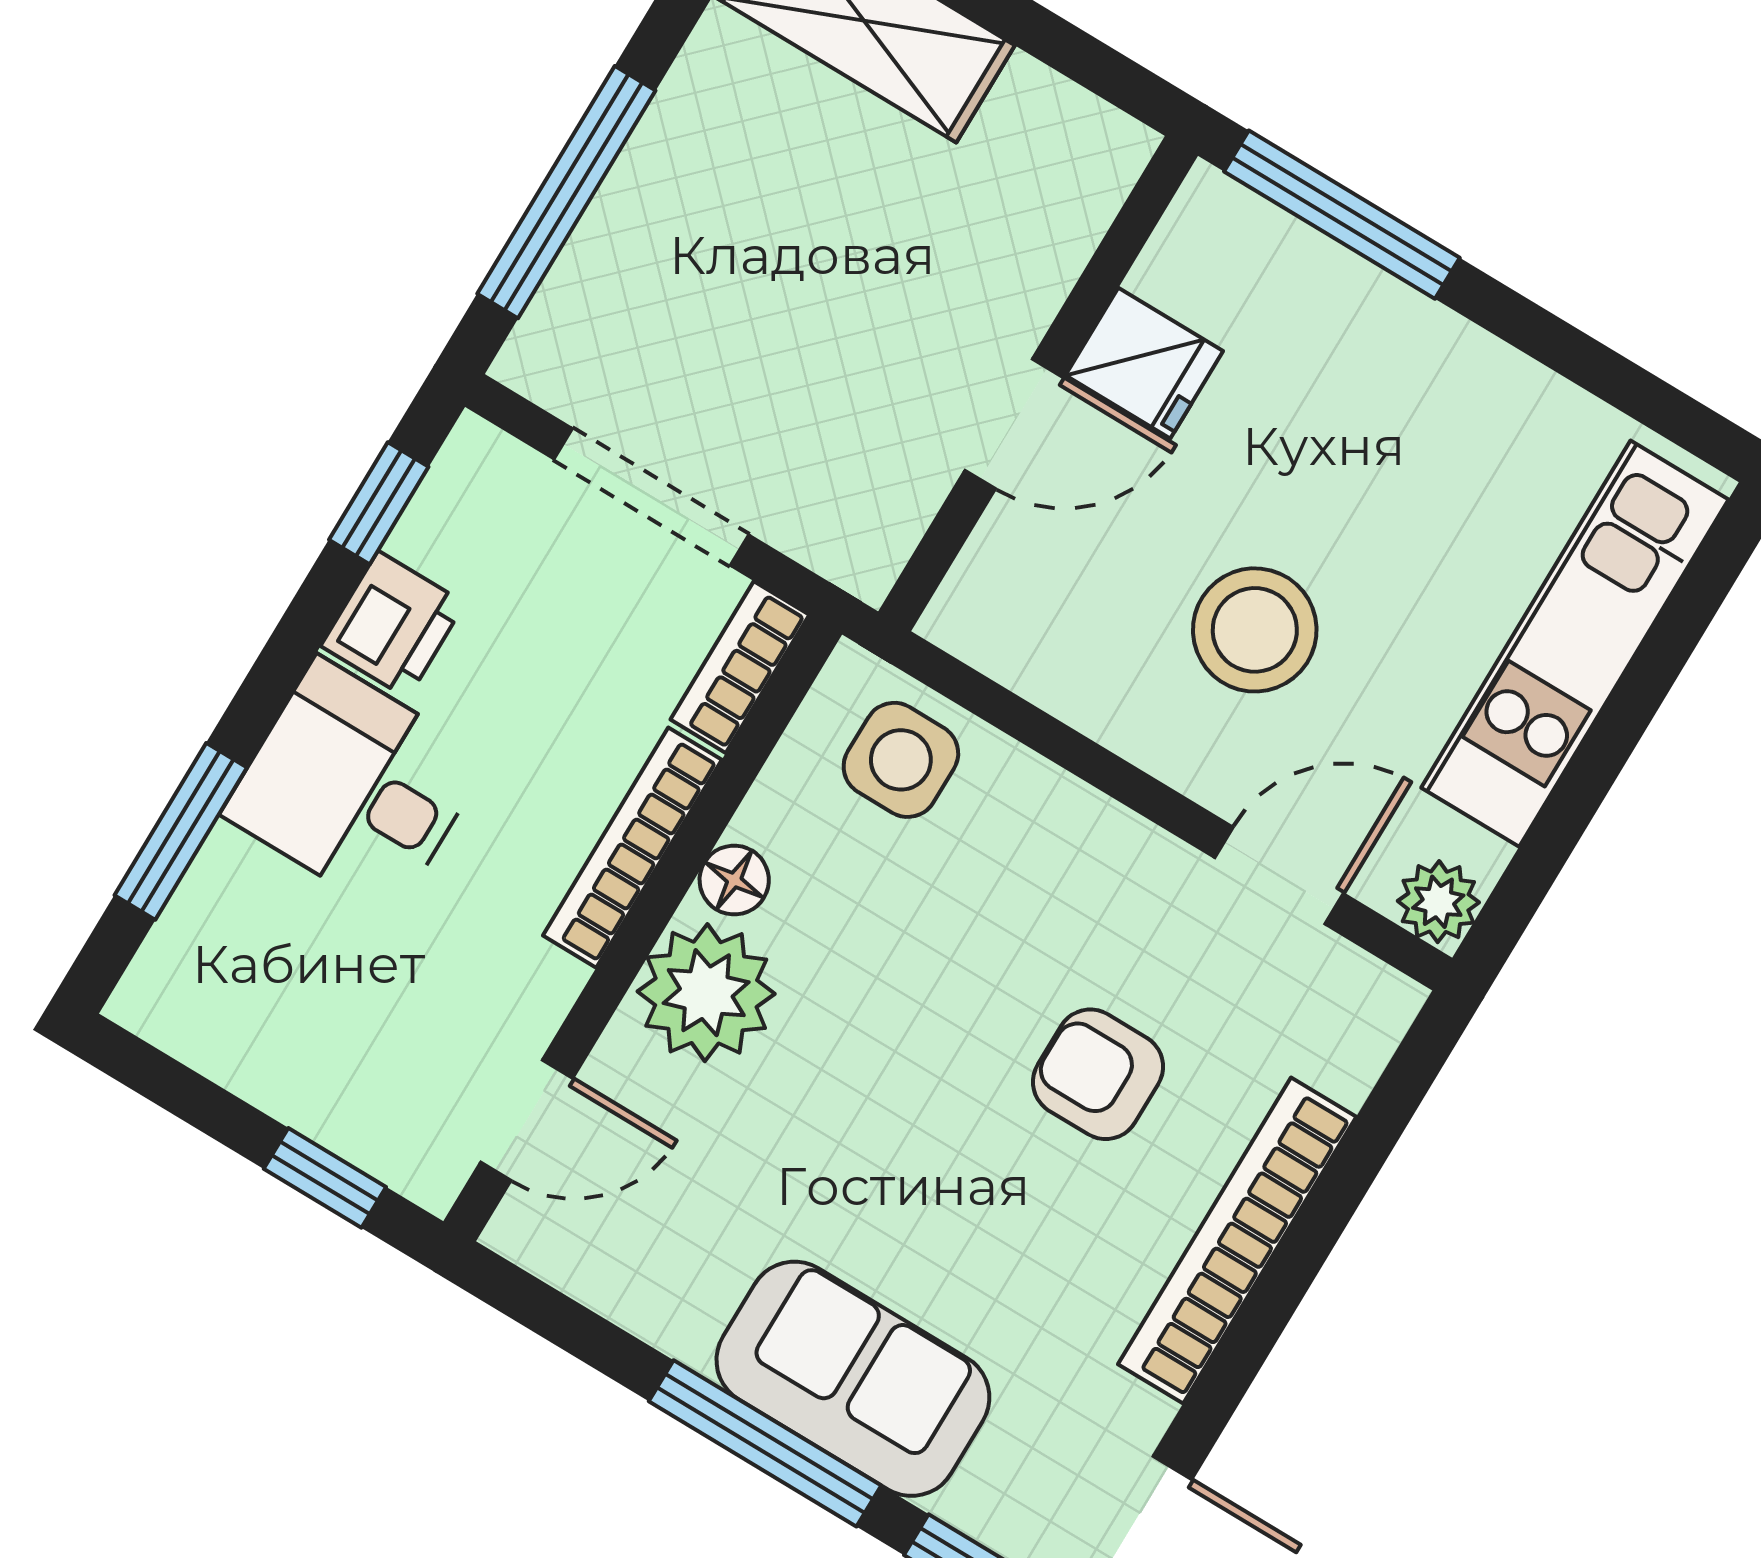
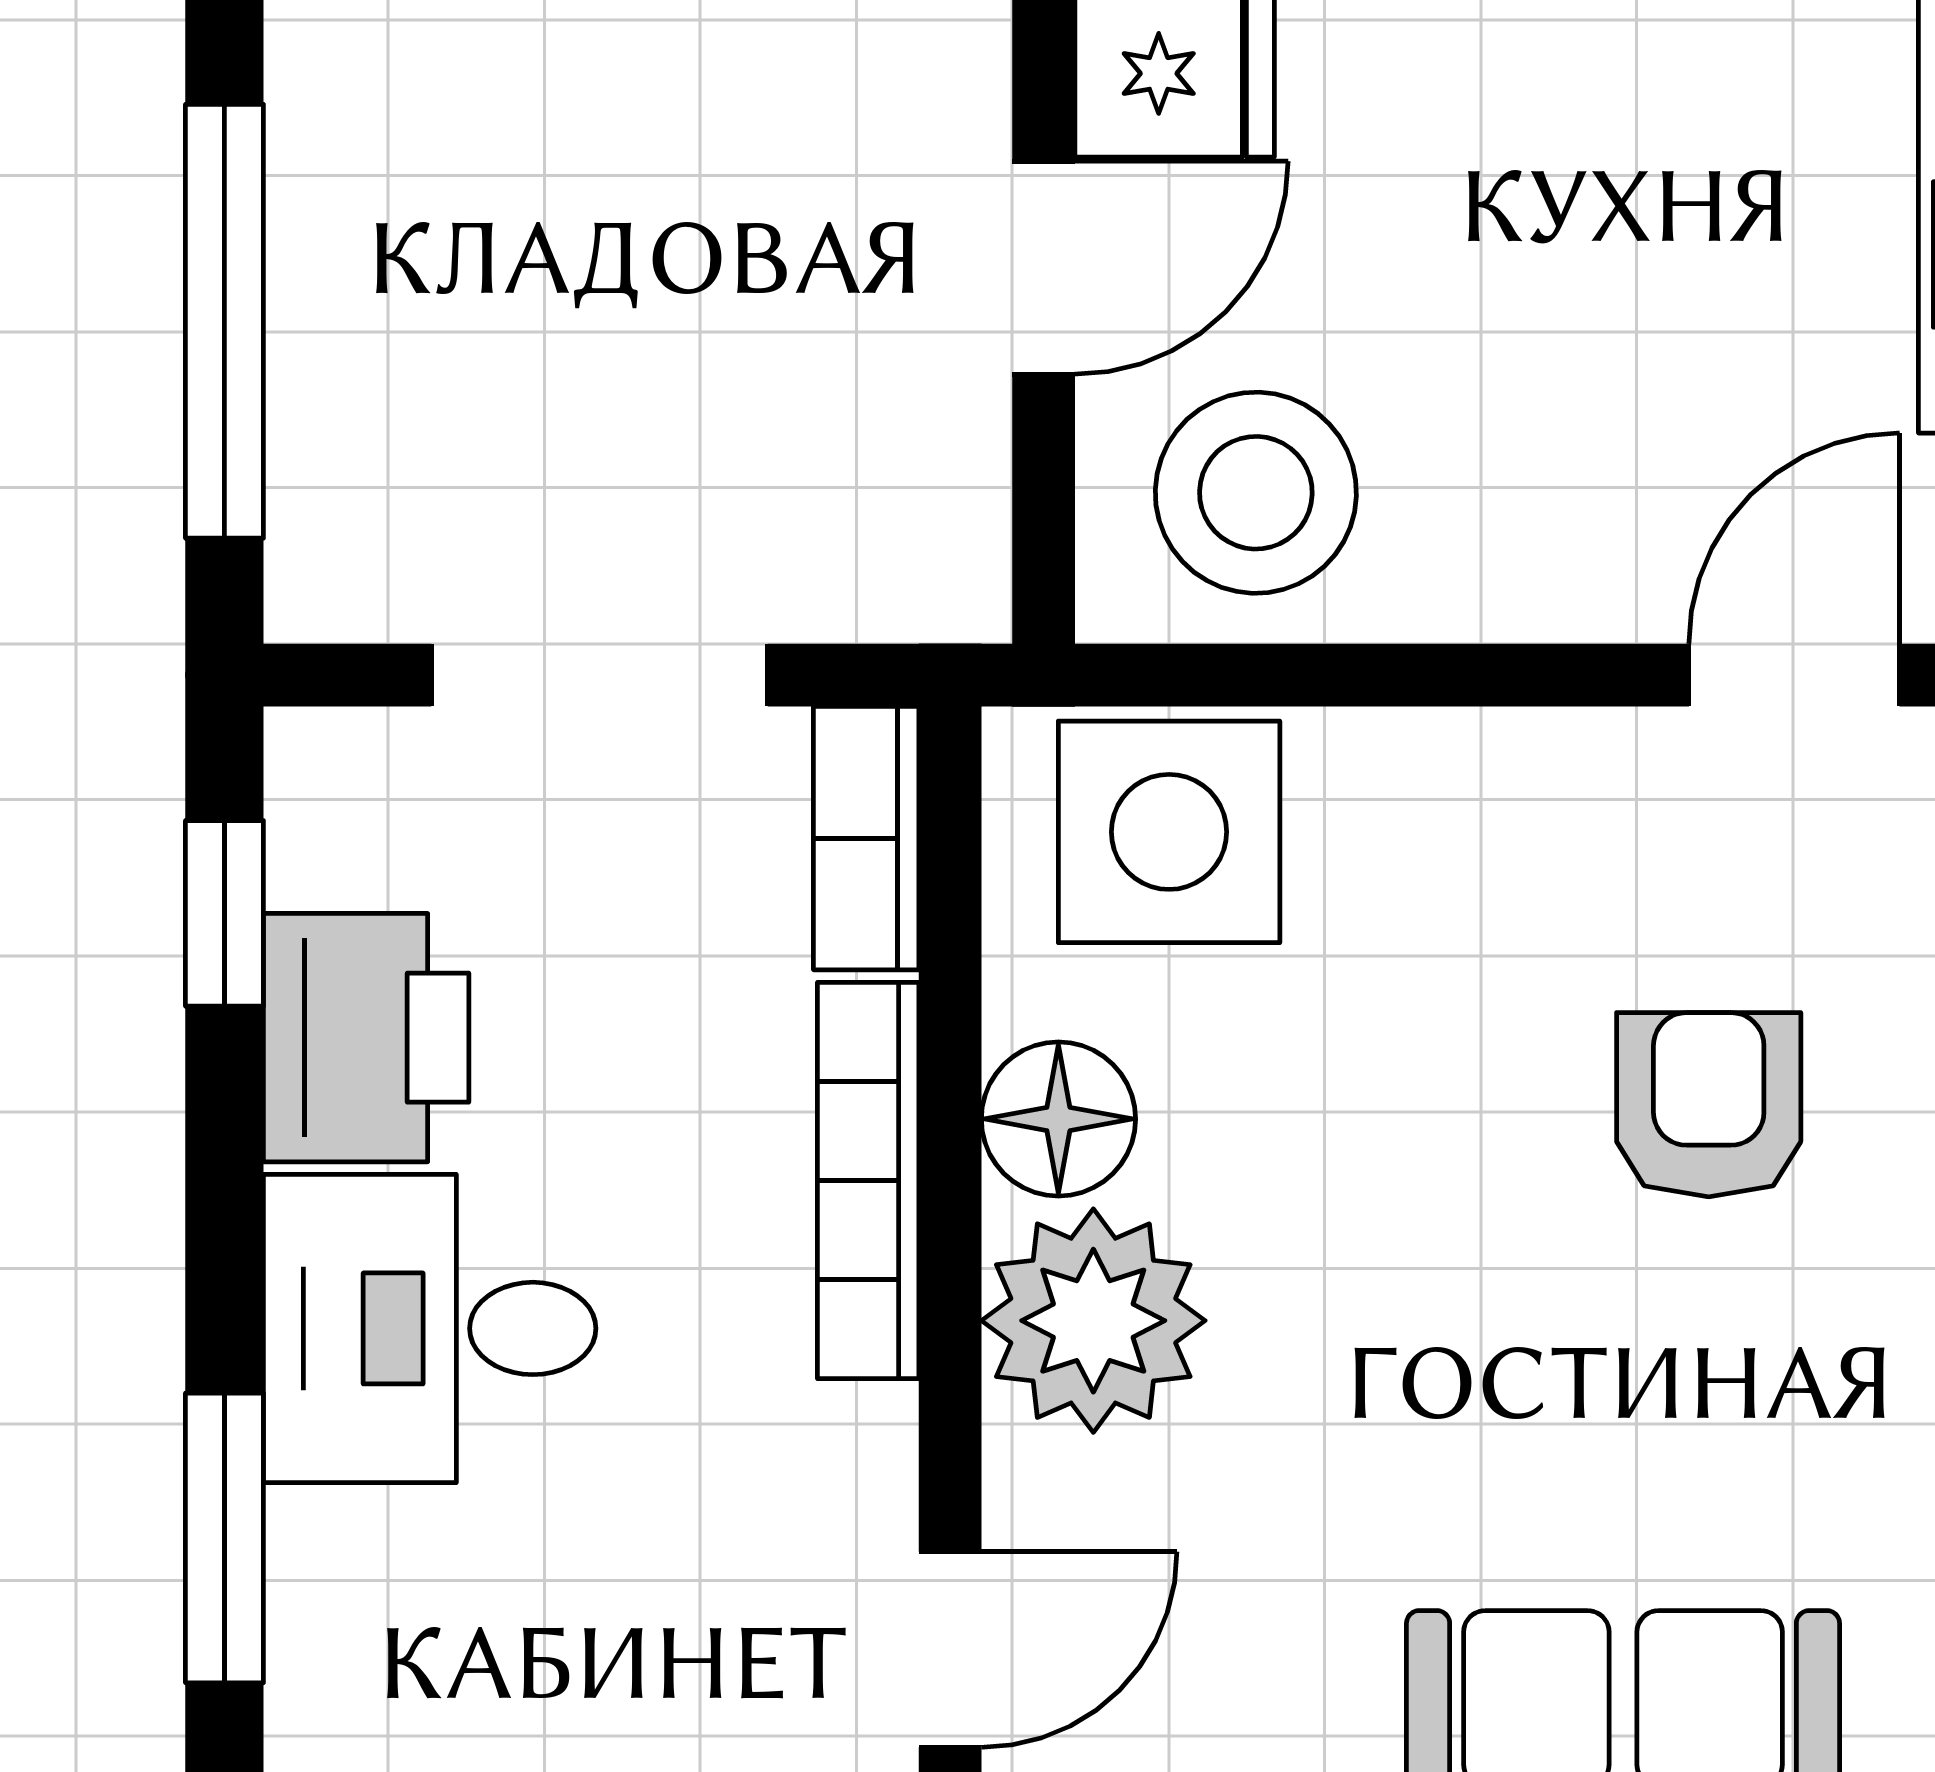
printer: (393, 625) -> (366, 1038), width x1.36, depth x1.24
stool: (1255, 630) -> (1256, 493), moved
side table: (901, 760) -> (1169, 832), width x1.37, depth x1.37
floor lamp: (734, 880) -> (1058, 1119), width x1.37, depth x1.37
armchair: (1098, 1074) -> (1709, 1105), turned 90

